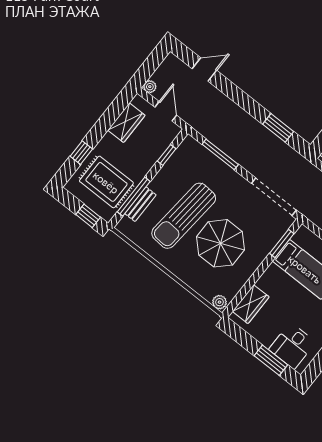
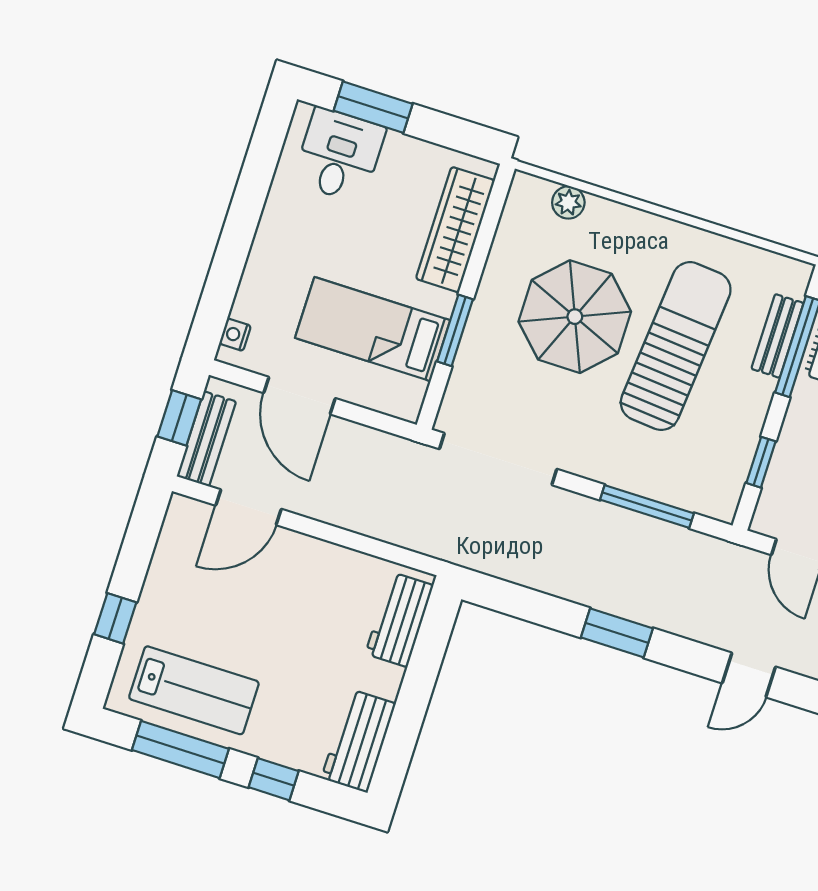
window: (278, 128) -> (617, 633), moved
window: (282, 243) -> (455, 330), moved
plant: (220, 302) -> (568, 202), moved
wardrobe: (251, 304) -> (455, 230), width x1.50

